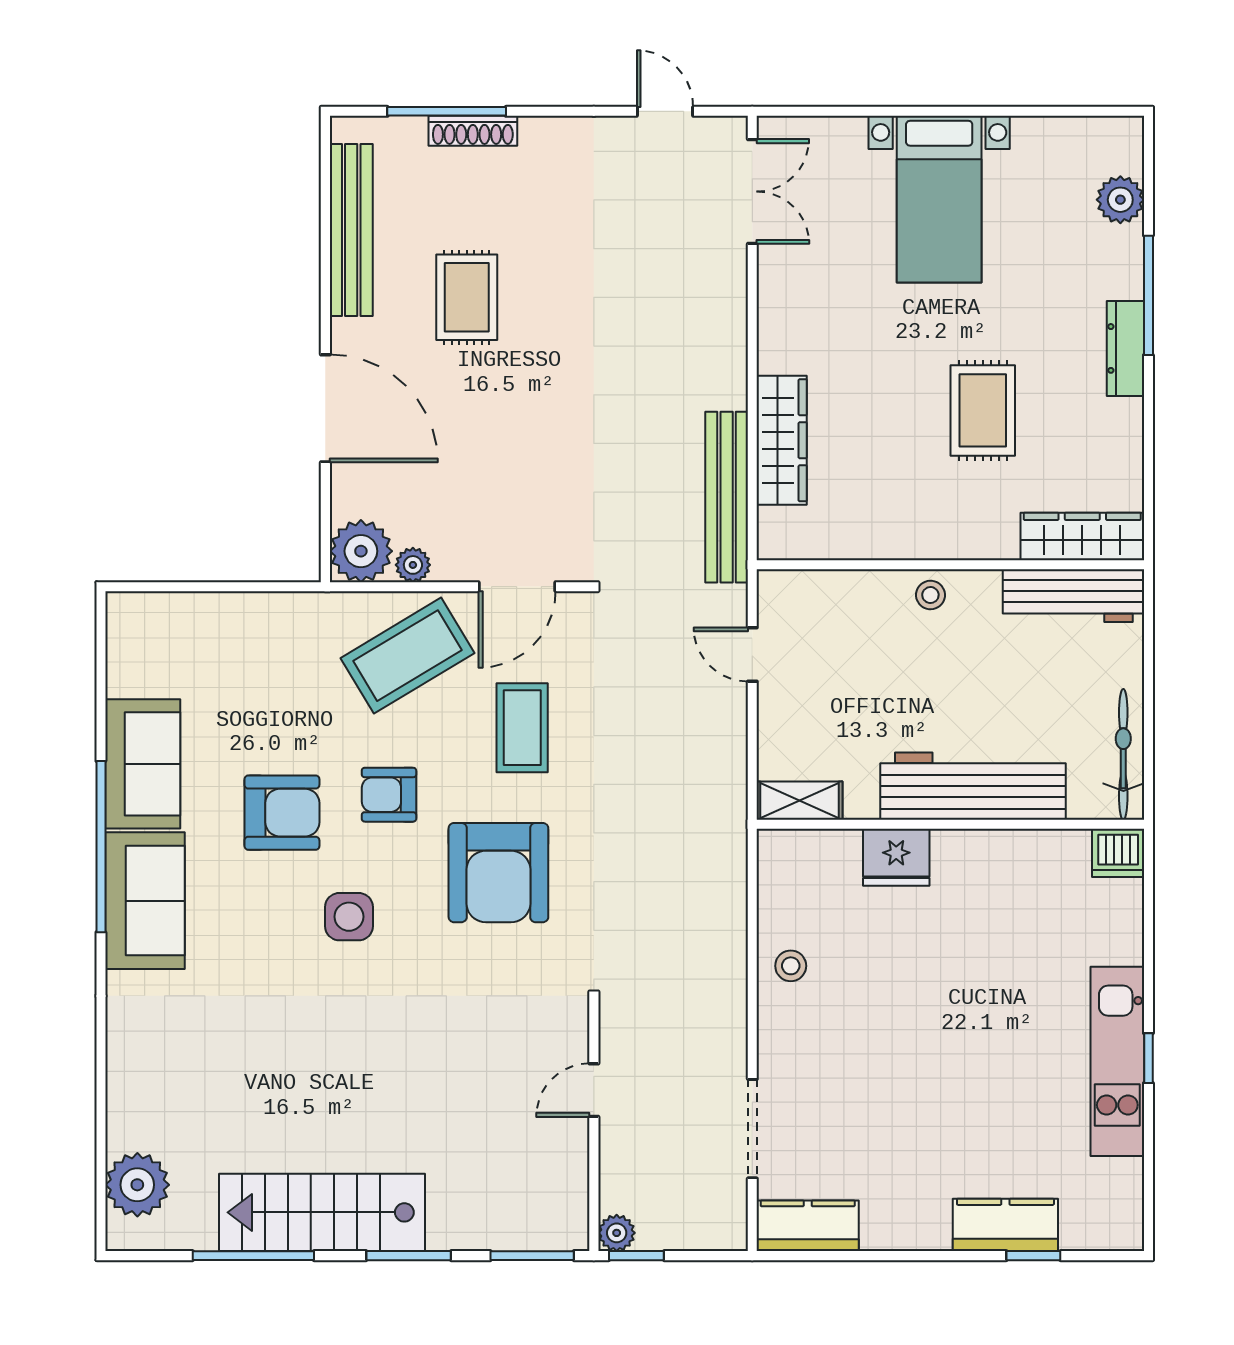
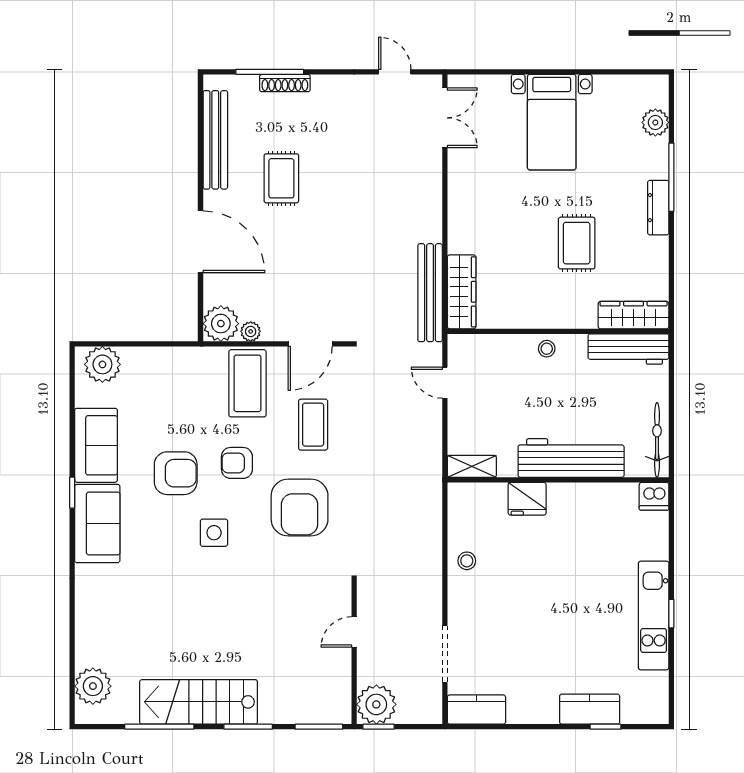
wardrobe: (782, 440) -> (462, 292), moved
plant: (154, 623) -> (102, 364), added
coffee table: (407, 656) -> (247, 383), turned -59
window: (101, 847) -> (72, 493), width x0.32
plant: (617, 1233) -> (376, 704), width x1.87, depth x1.87

